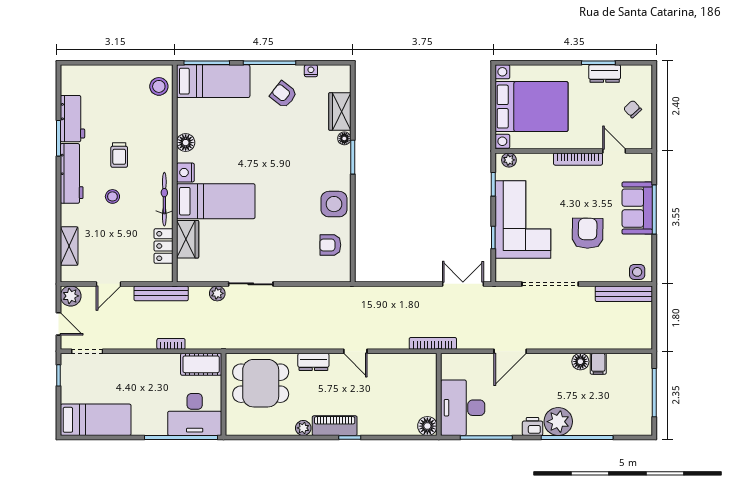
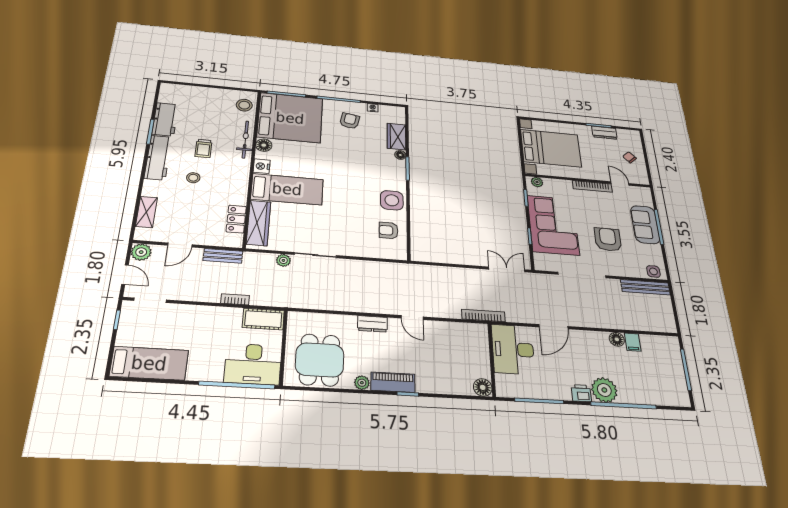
bed: (213, 81) -> (290, 118), width x2.04
armchair: (283, 94) -> (350, 121), turned 62
bicycle: (164, 199) -> (245, 139), moved
wardrobe: (188, 239) -> (258, 223), width x1.50
bench: (161, 293) -> (223, 256), width x0.73
dining table: (261, 383) -> (320, 360), moved, turned 90
desk: (463, 408) -> (513, 349), moved

